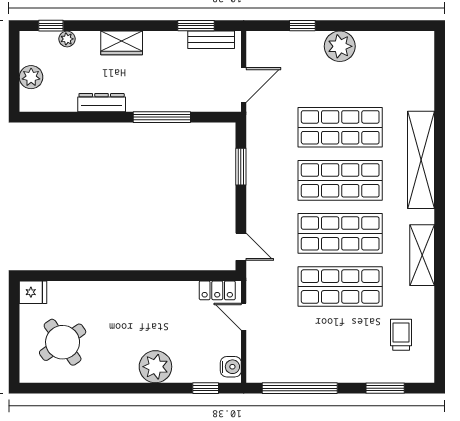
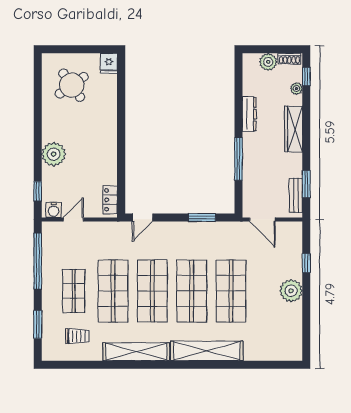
wardrobe: (122, 43) -> (294, 129), width x1.50
shoe rack: (27, 49) -> (289, 59), added
shelving: (422, 255) -> (136, 352), width x1.47
door: (244, 317) -> (73, 219), moved
shop shelf: (340, 340) -> (74, 291), added

